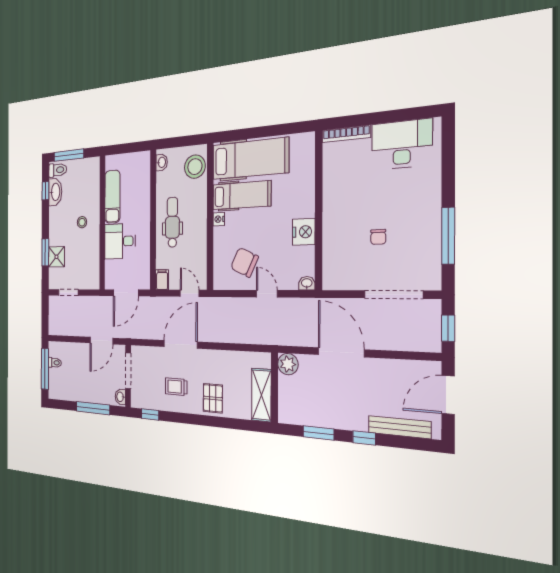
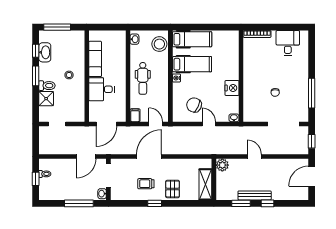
desk: (402, 144) -> (288, 43), width x0.73
hospital bed: (250, 159) -> (192, 39), width x0.73, depth x0.78
toilet: (58, 170) -> (47, 86), moved
dental chair: (172, 222) -> (143, 78), turned 180
window: (45, 252) -> (36, 76), moved
door: (341, 352) -> (254, 157), width x0.53
window: (45, 369) -> (36, 179), width x0.46
window: (150, 414) -> (155, 203), moved
bench: (399, 427) -> (255, 195), moved

